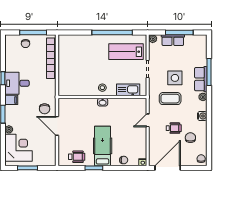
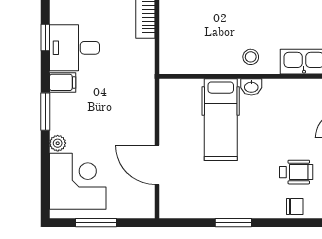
chair: (45, 109) -> (131, 101), removed
door: (57, 126) -> (157, 165), moved
hospital bed: (103, 146) -> (221, 120), moved, turned 180
wheelchair: (77, 157) -> (296, 172), moved

